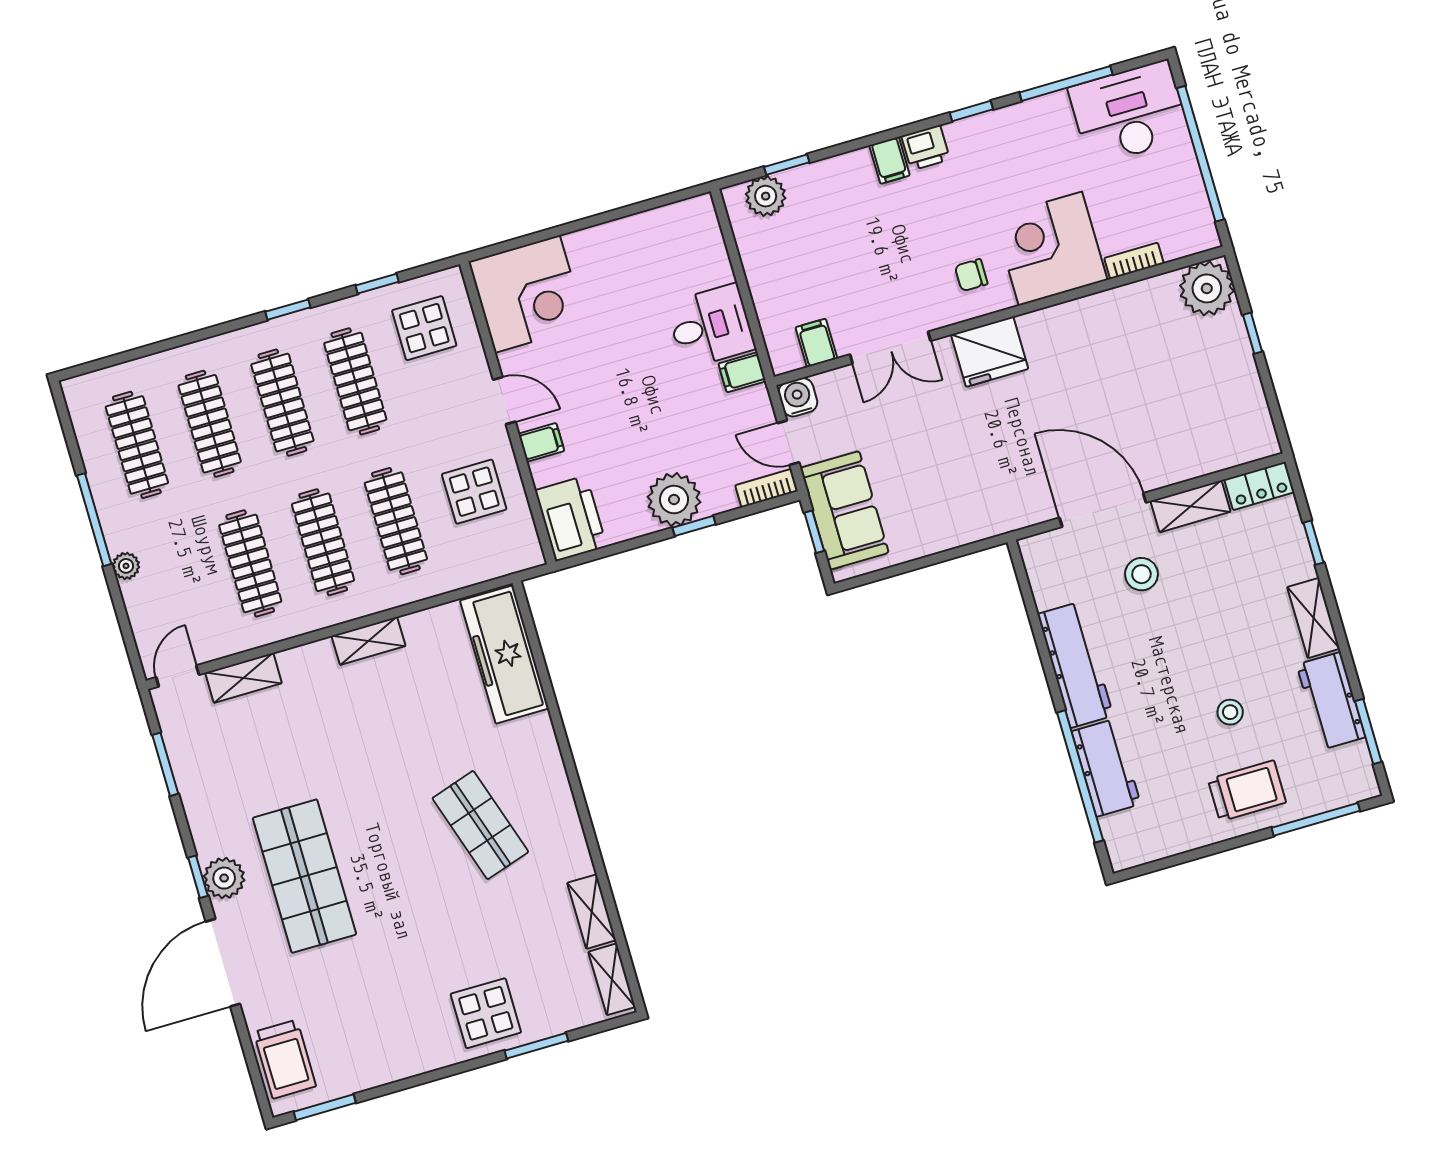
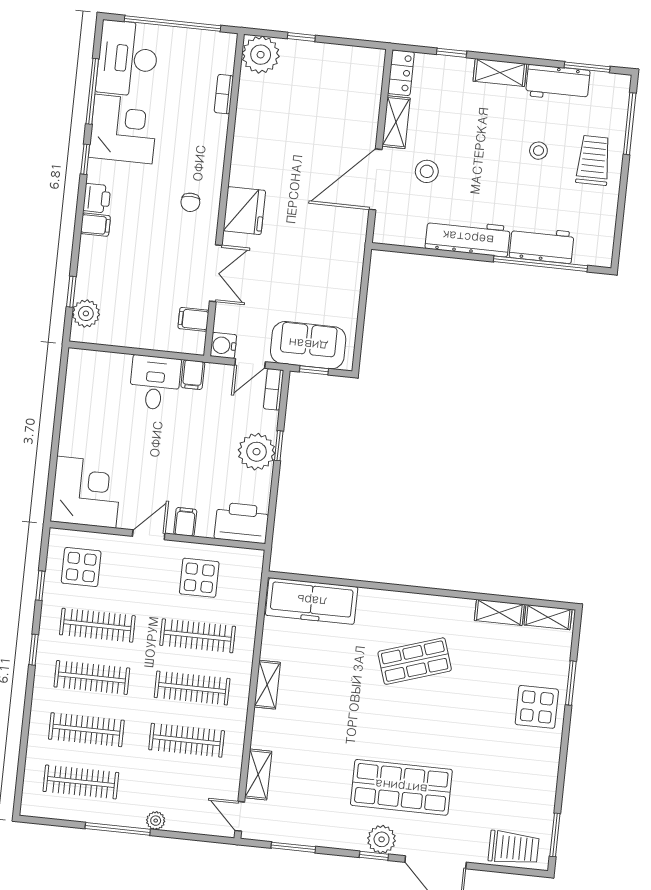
corner desk: (1050, 249) -> (123, 129), moved, turned 180

